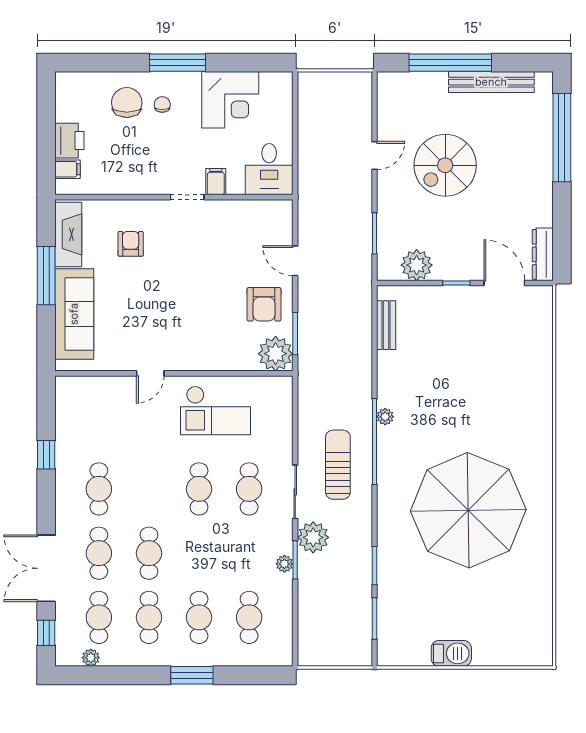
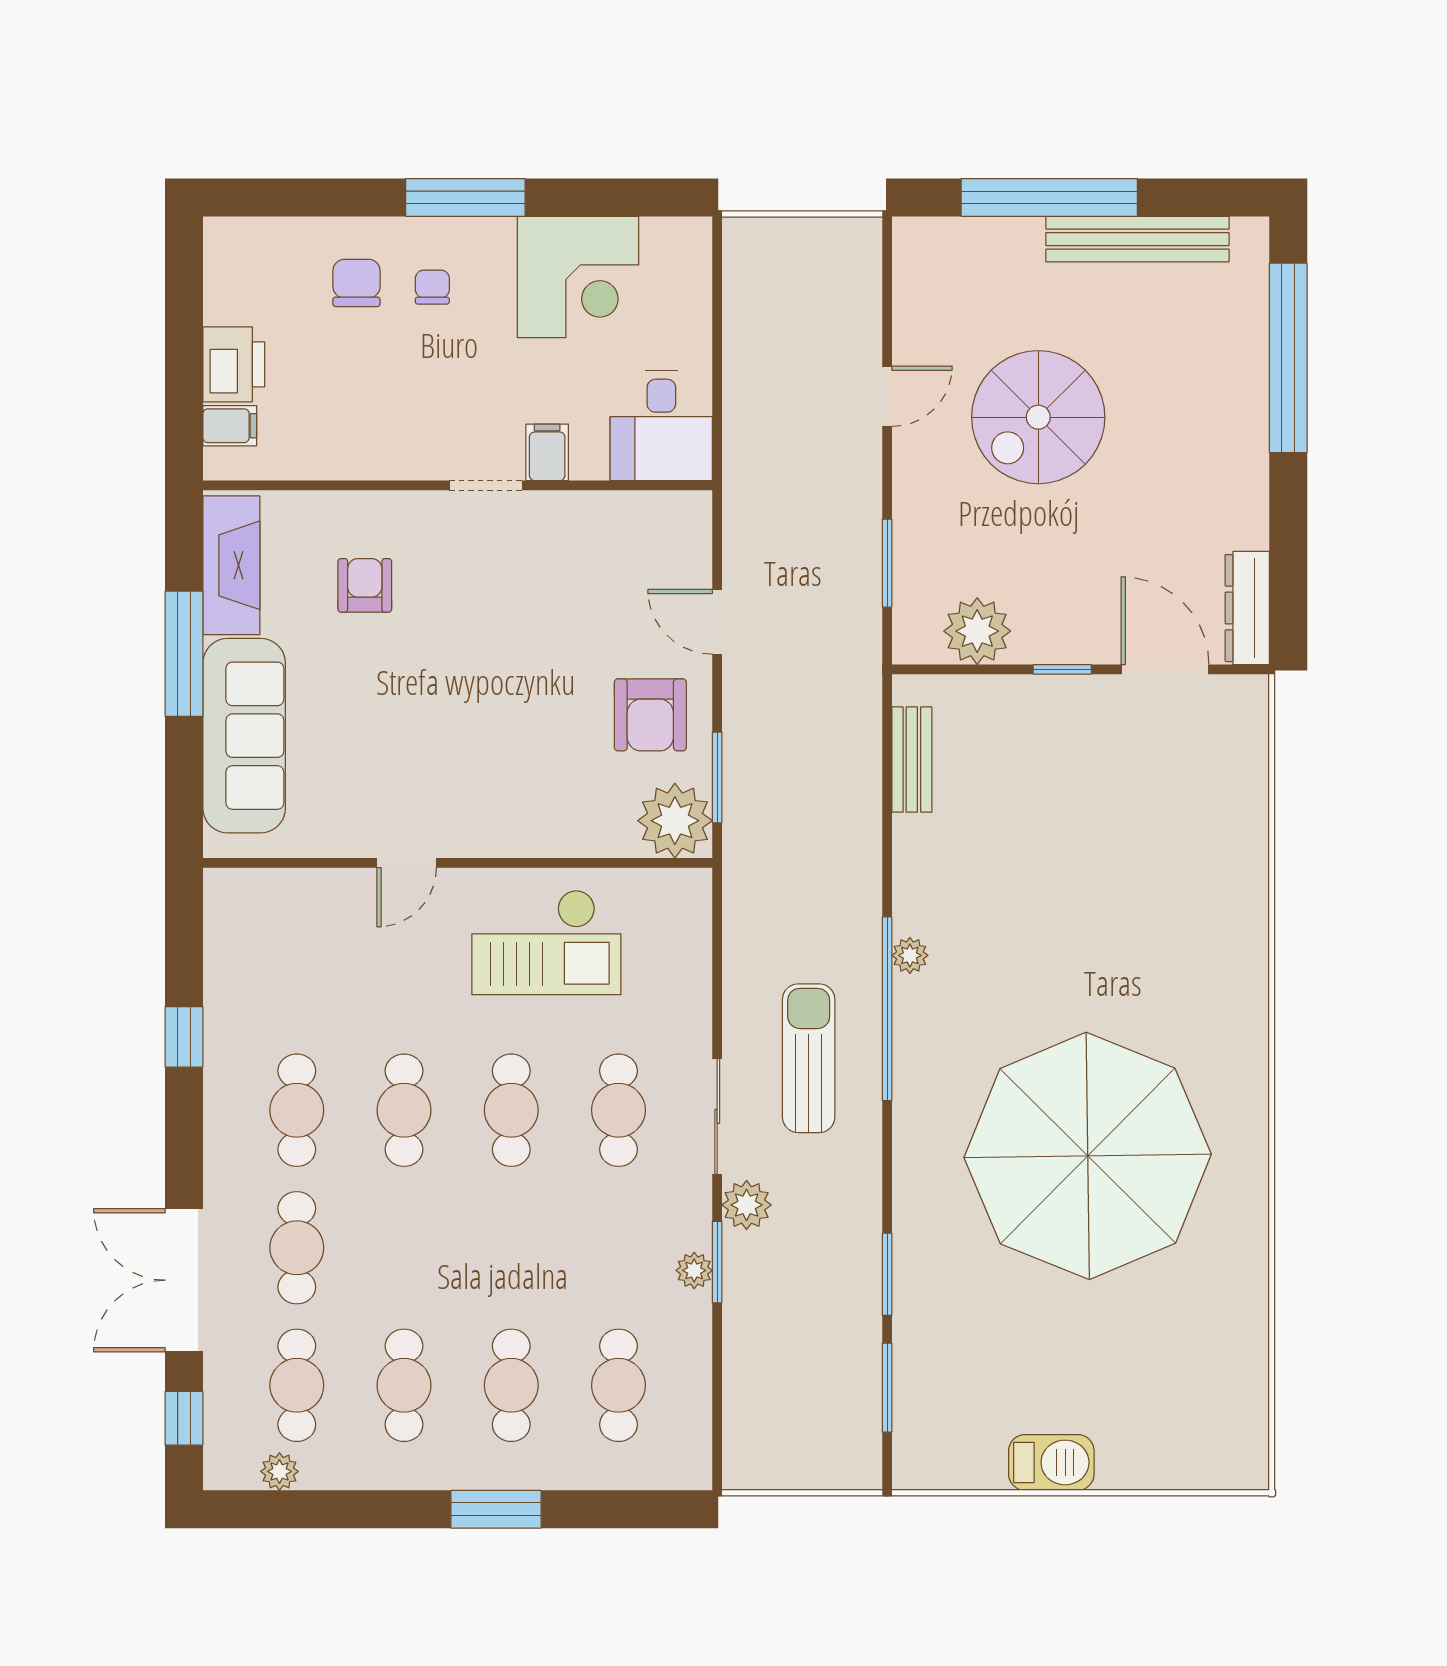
chair: (127, 103) -> (356, 283), width x0.73, depth x0.73
plant: (313, 537) -> (747, 1205), width x0.73, depth x0.73
cafe table: (149, 553) -> (404, 1110), moved

